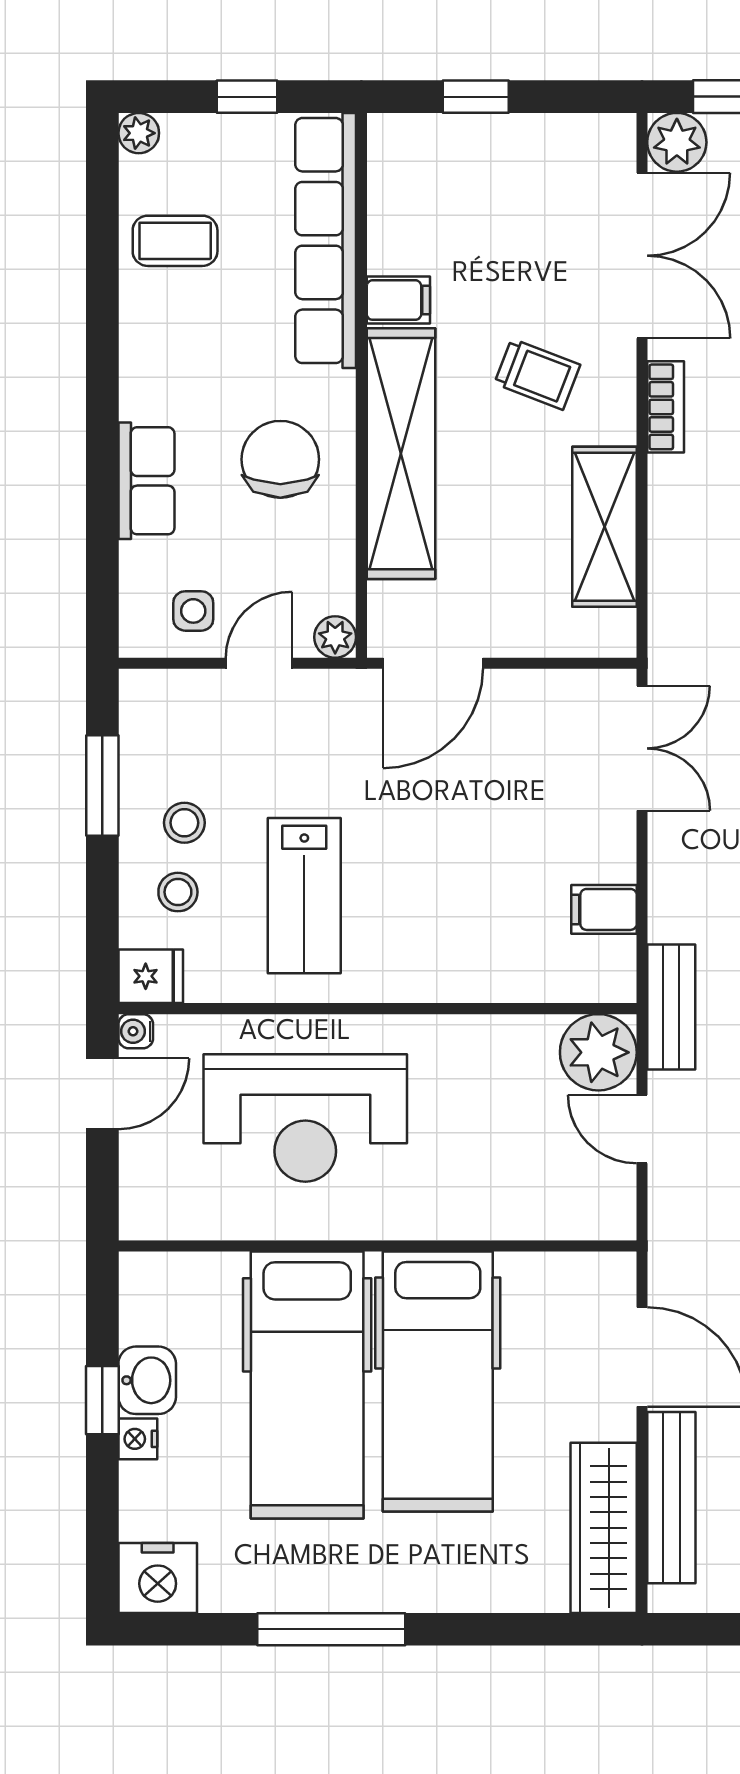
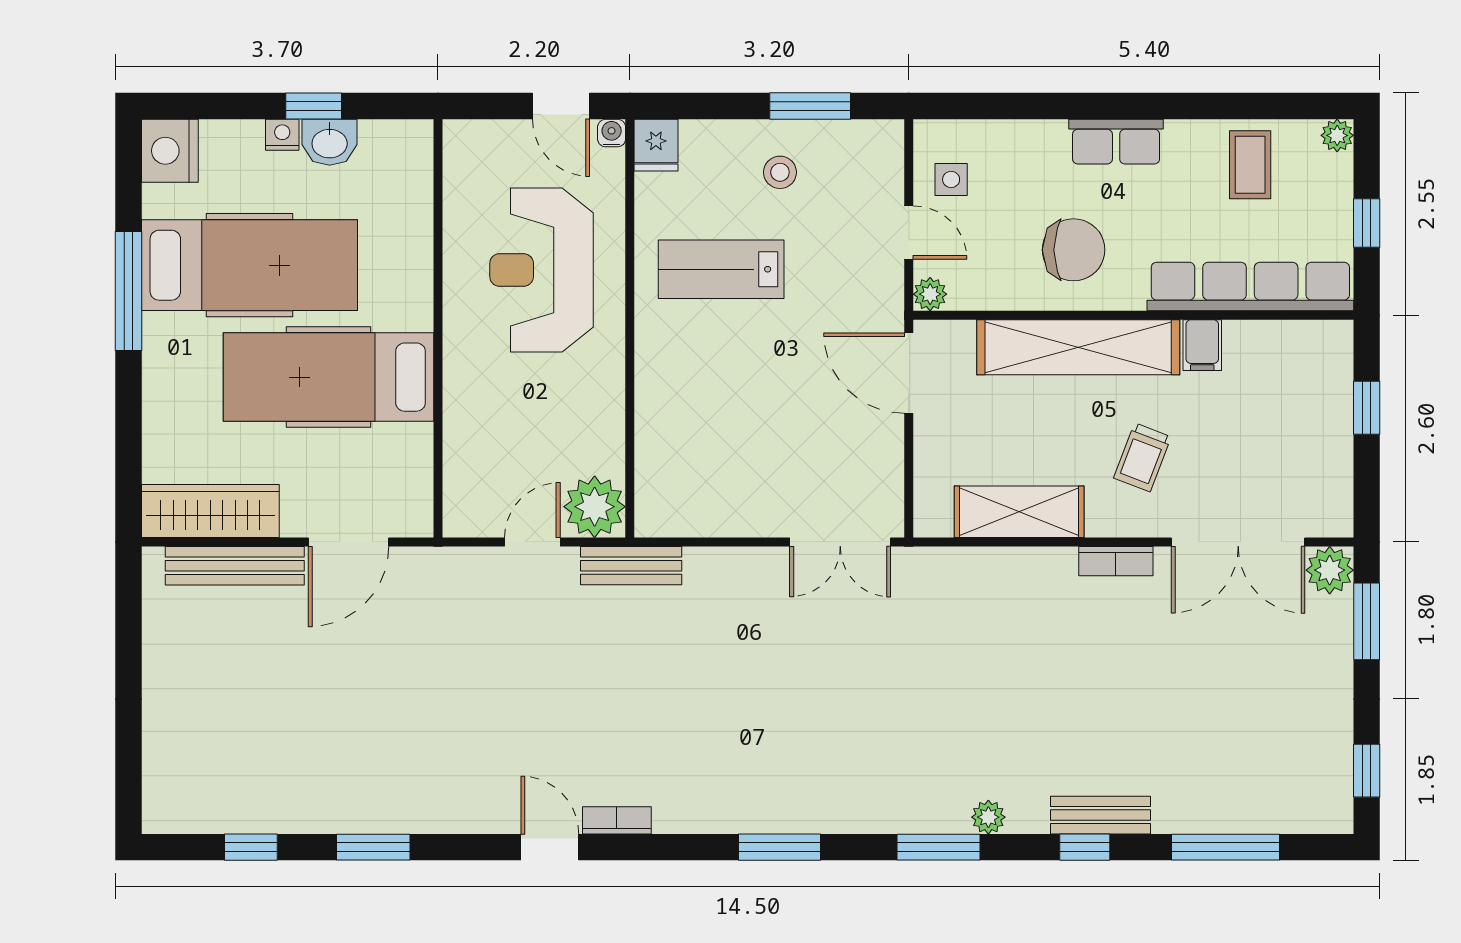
row of seats: (146, 481) -> (1116, 142), moved
stool: (178, 892) -> (724, 167), removed
filing cabinet: (604, 909) -> (710, 511), removed
hospital bed: (307, 1385) -> (249, 265), moved, turned 180

